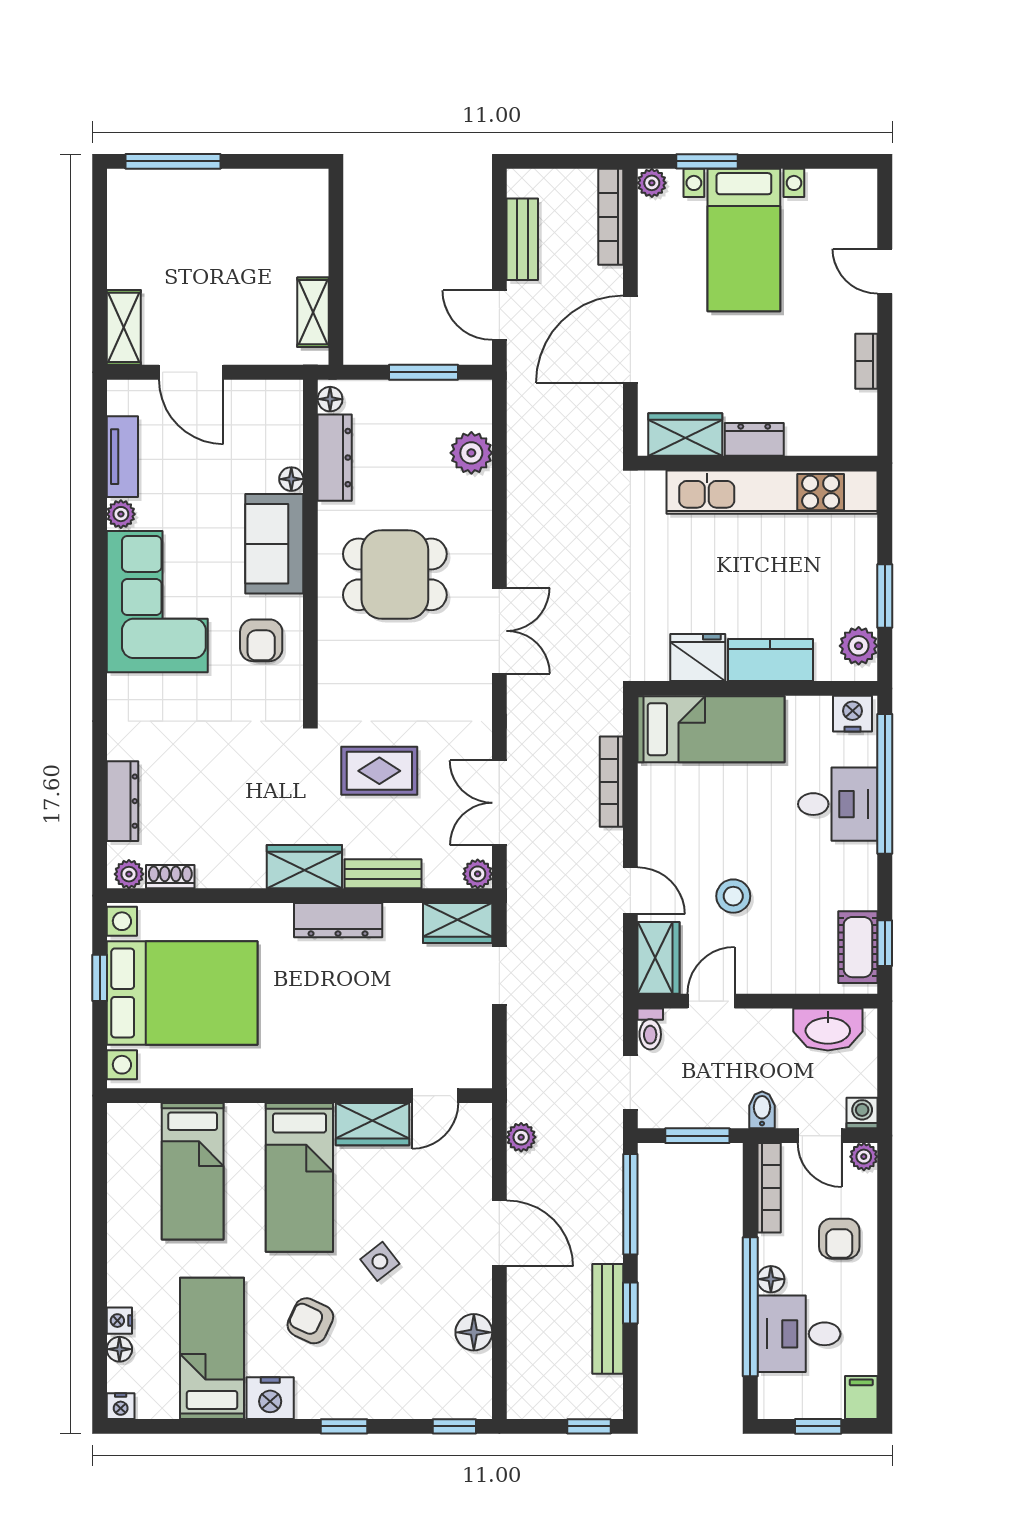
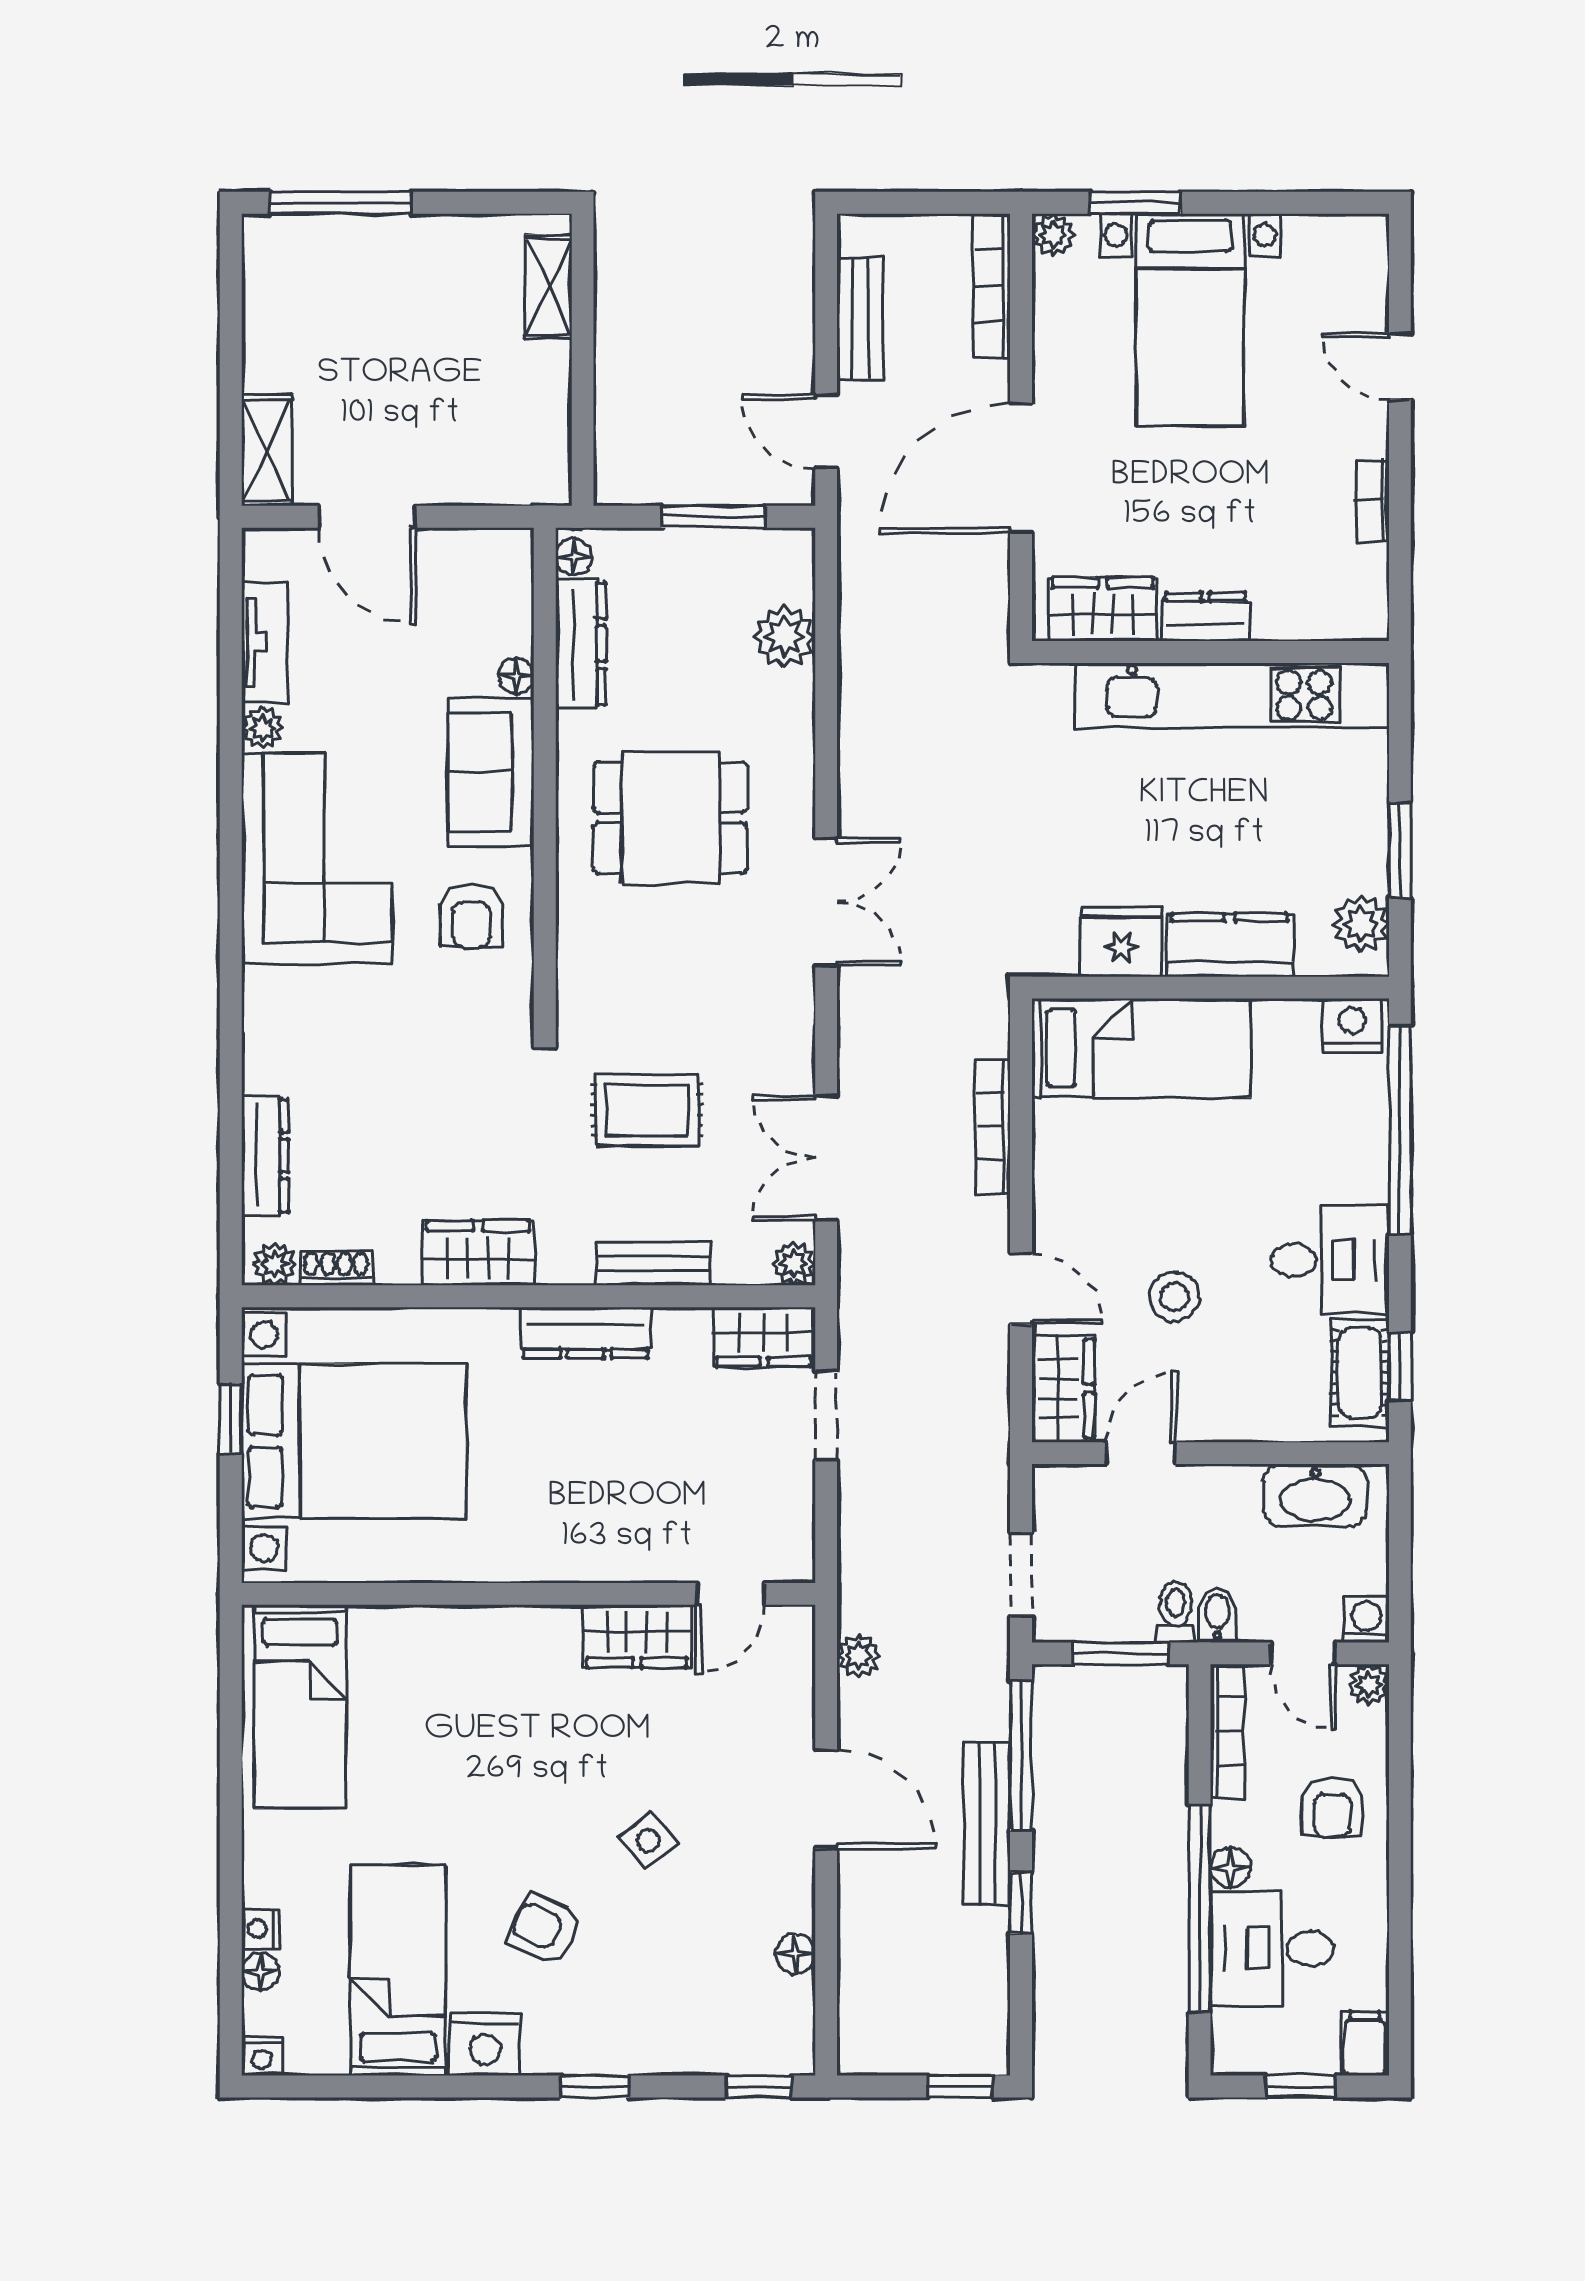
shelving: (313, 312) -> (548, 287), moved
desk: (838, 804) -> (1330, 1260), moved
wardrobe: (304, 867) -> (478, 1253), moved
toilet: (650, 1029) -> (1175, 1612), moved, turned 180
bed: (193, 1171) -> (300, 1707), moved
bed: (299, 1177) -> (528, 1716), removed
bench: (608, 1319) -> (987, 1823), moved
floor lamp: (474, 1332) -> (795, 1954), width x0.73, depth x0.73

